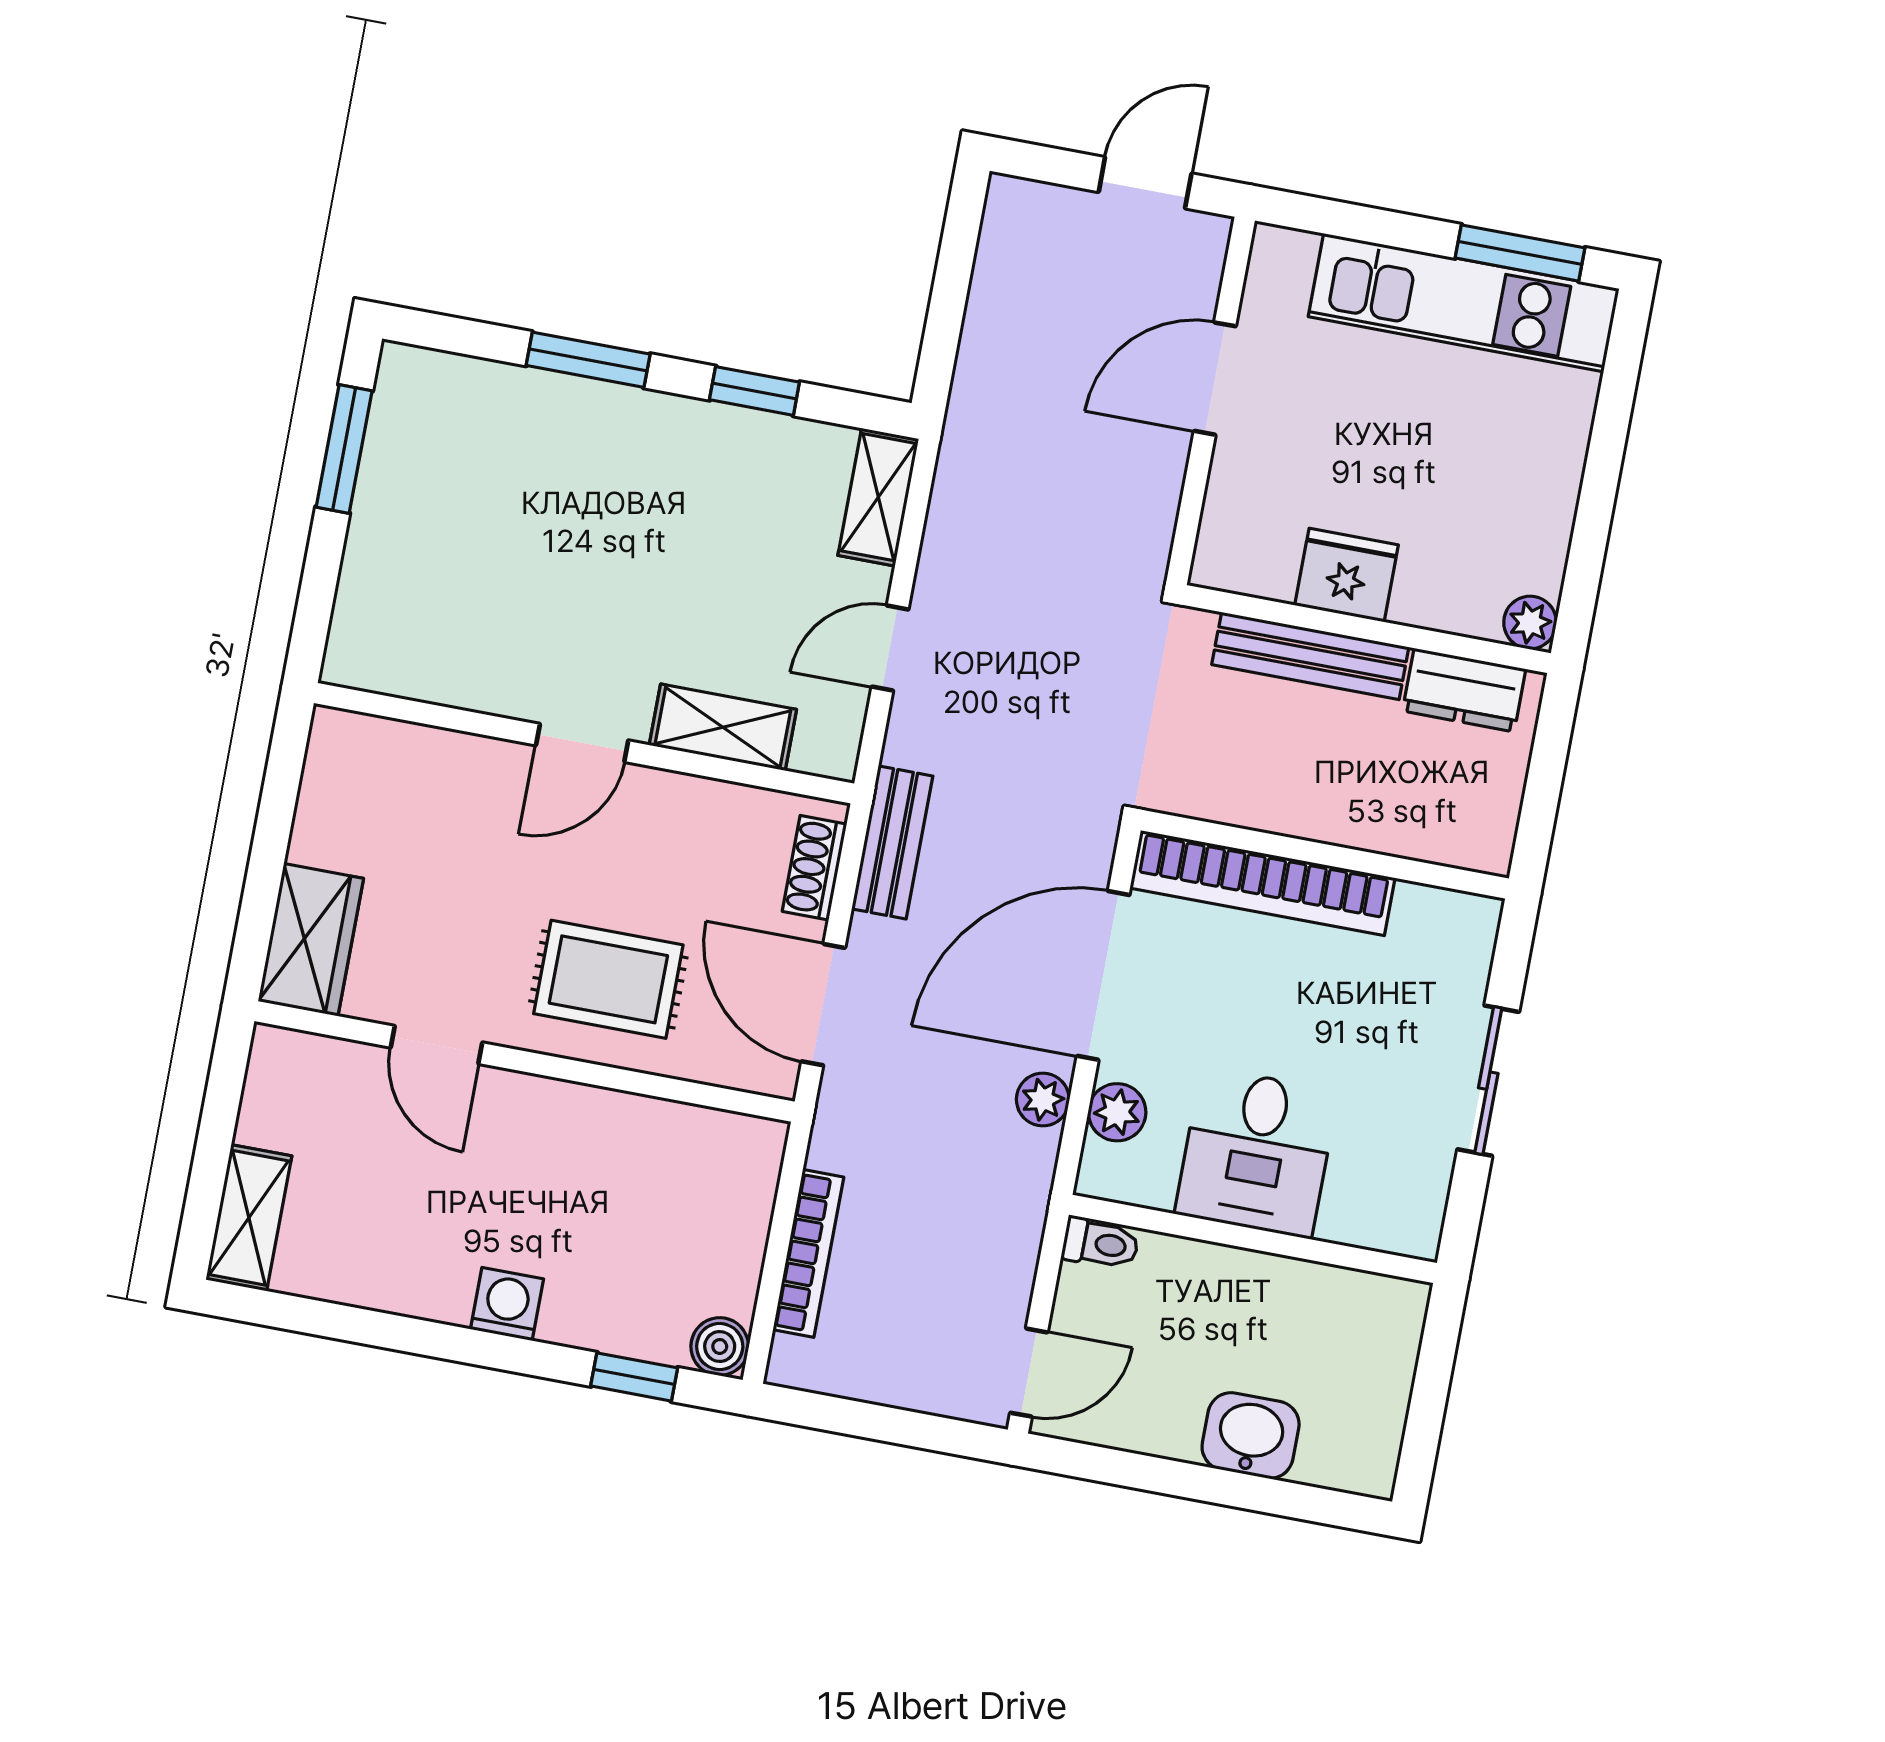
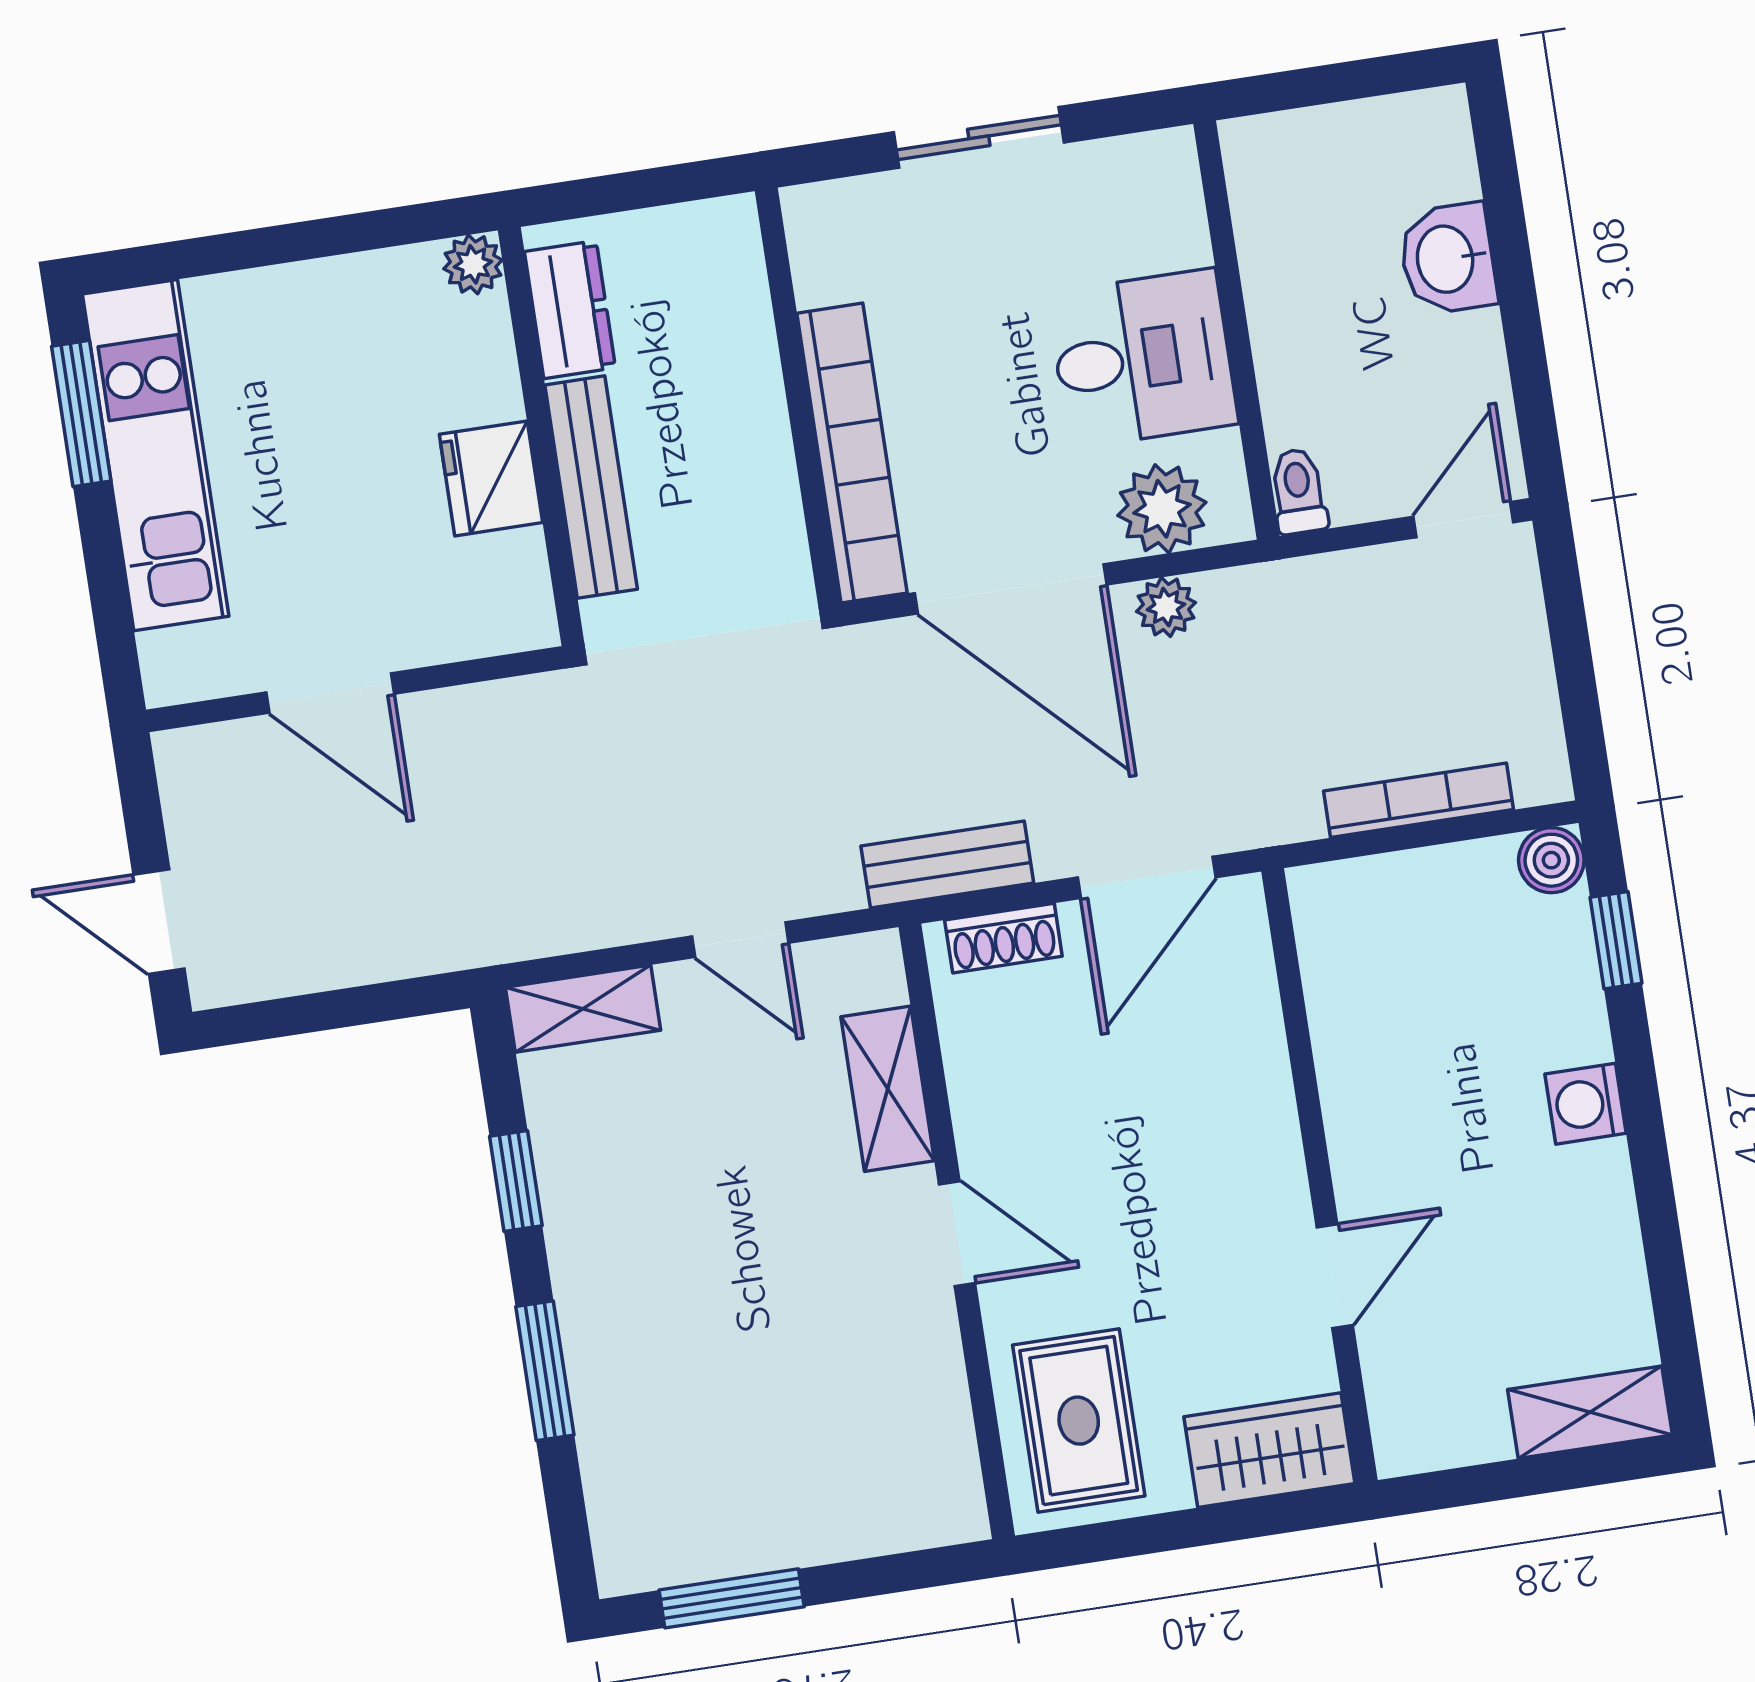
door: (1145, 183) -> (159, 922), moved
rug: (608, 979) -> (1079, 1421), moved
plant: (1117, 1112) -> (1162, 509), width x1.38, depth x1.38
door: (1029, 1373) -> (1463, 520), hinge flipped

